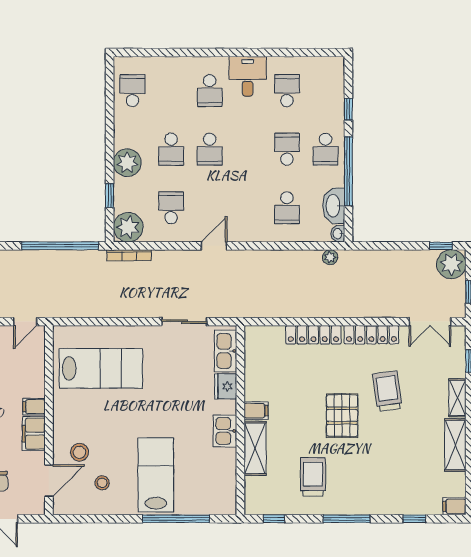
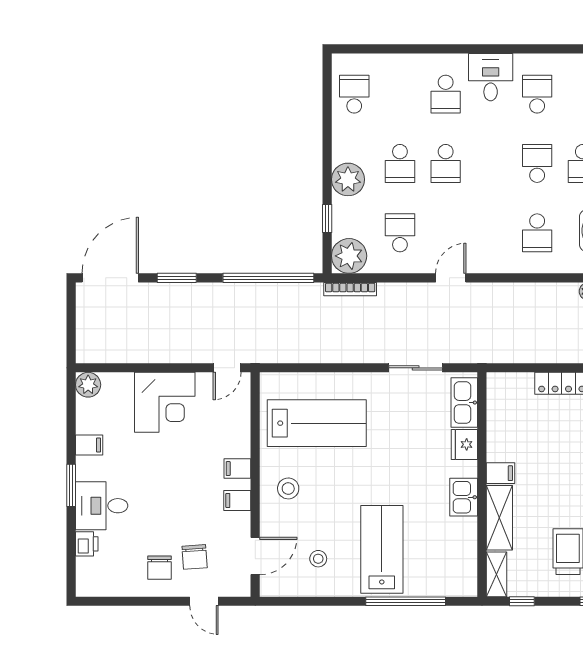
filing cabinet: (34, 434) -> (237, 500), width x0.50
stool: (80, 452) -> (288, 488), moved
shelving: (253, 496) -> (497, 574), added

